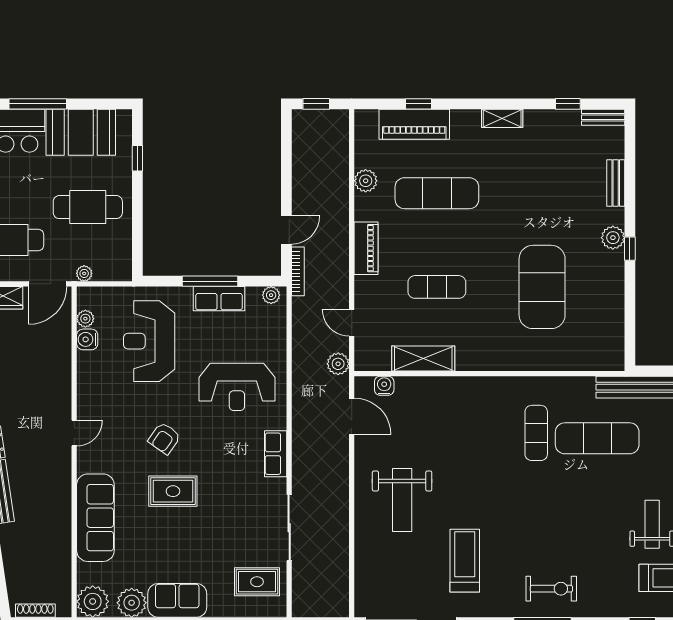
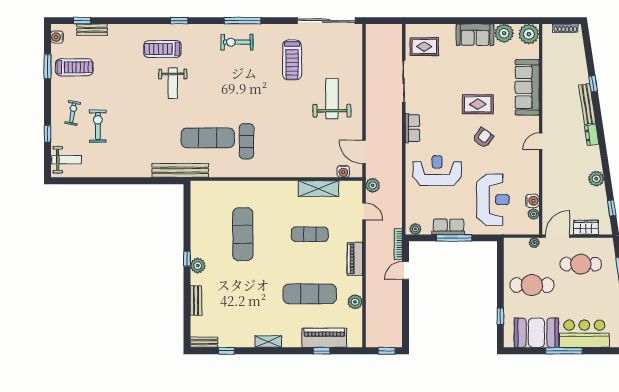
exercise mat: (542, 287) -> (243, 234), width x0.68

